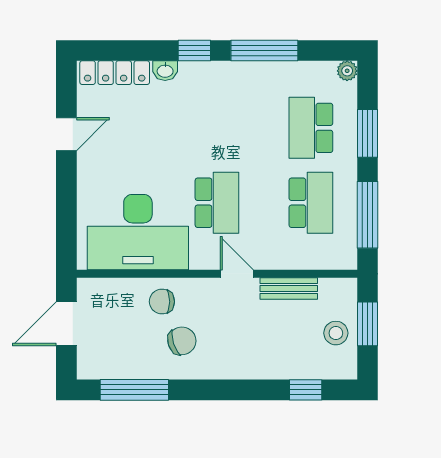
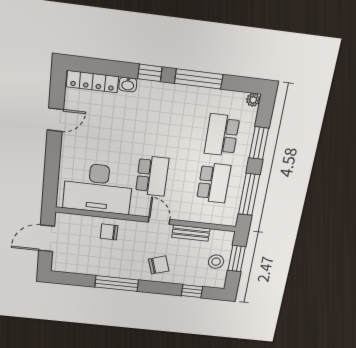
chair: (182, 341) -> (159, 265), moved
window: (134, 390) -> (117, 283), moved

